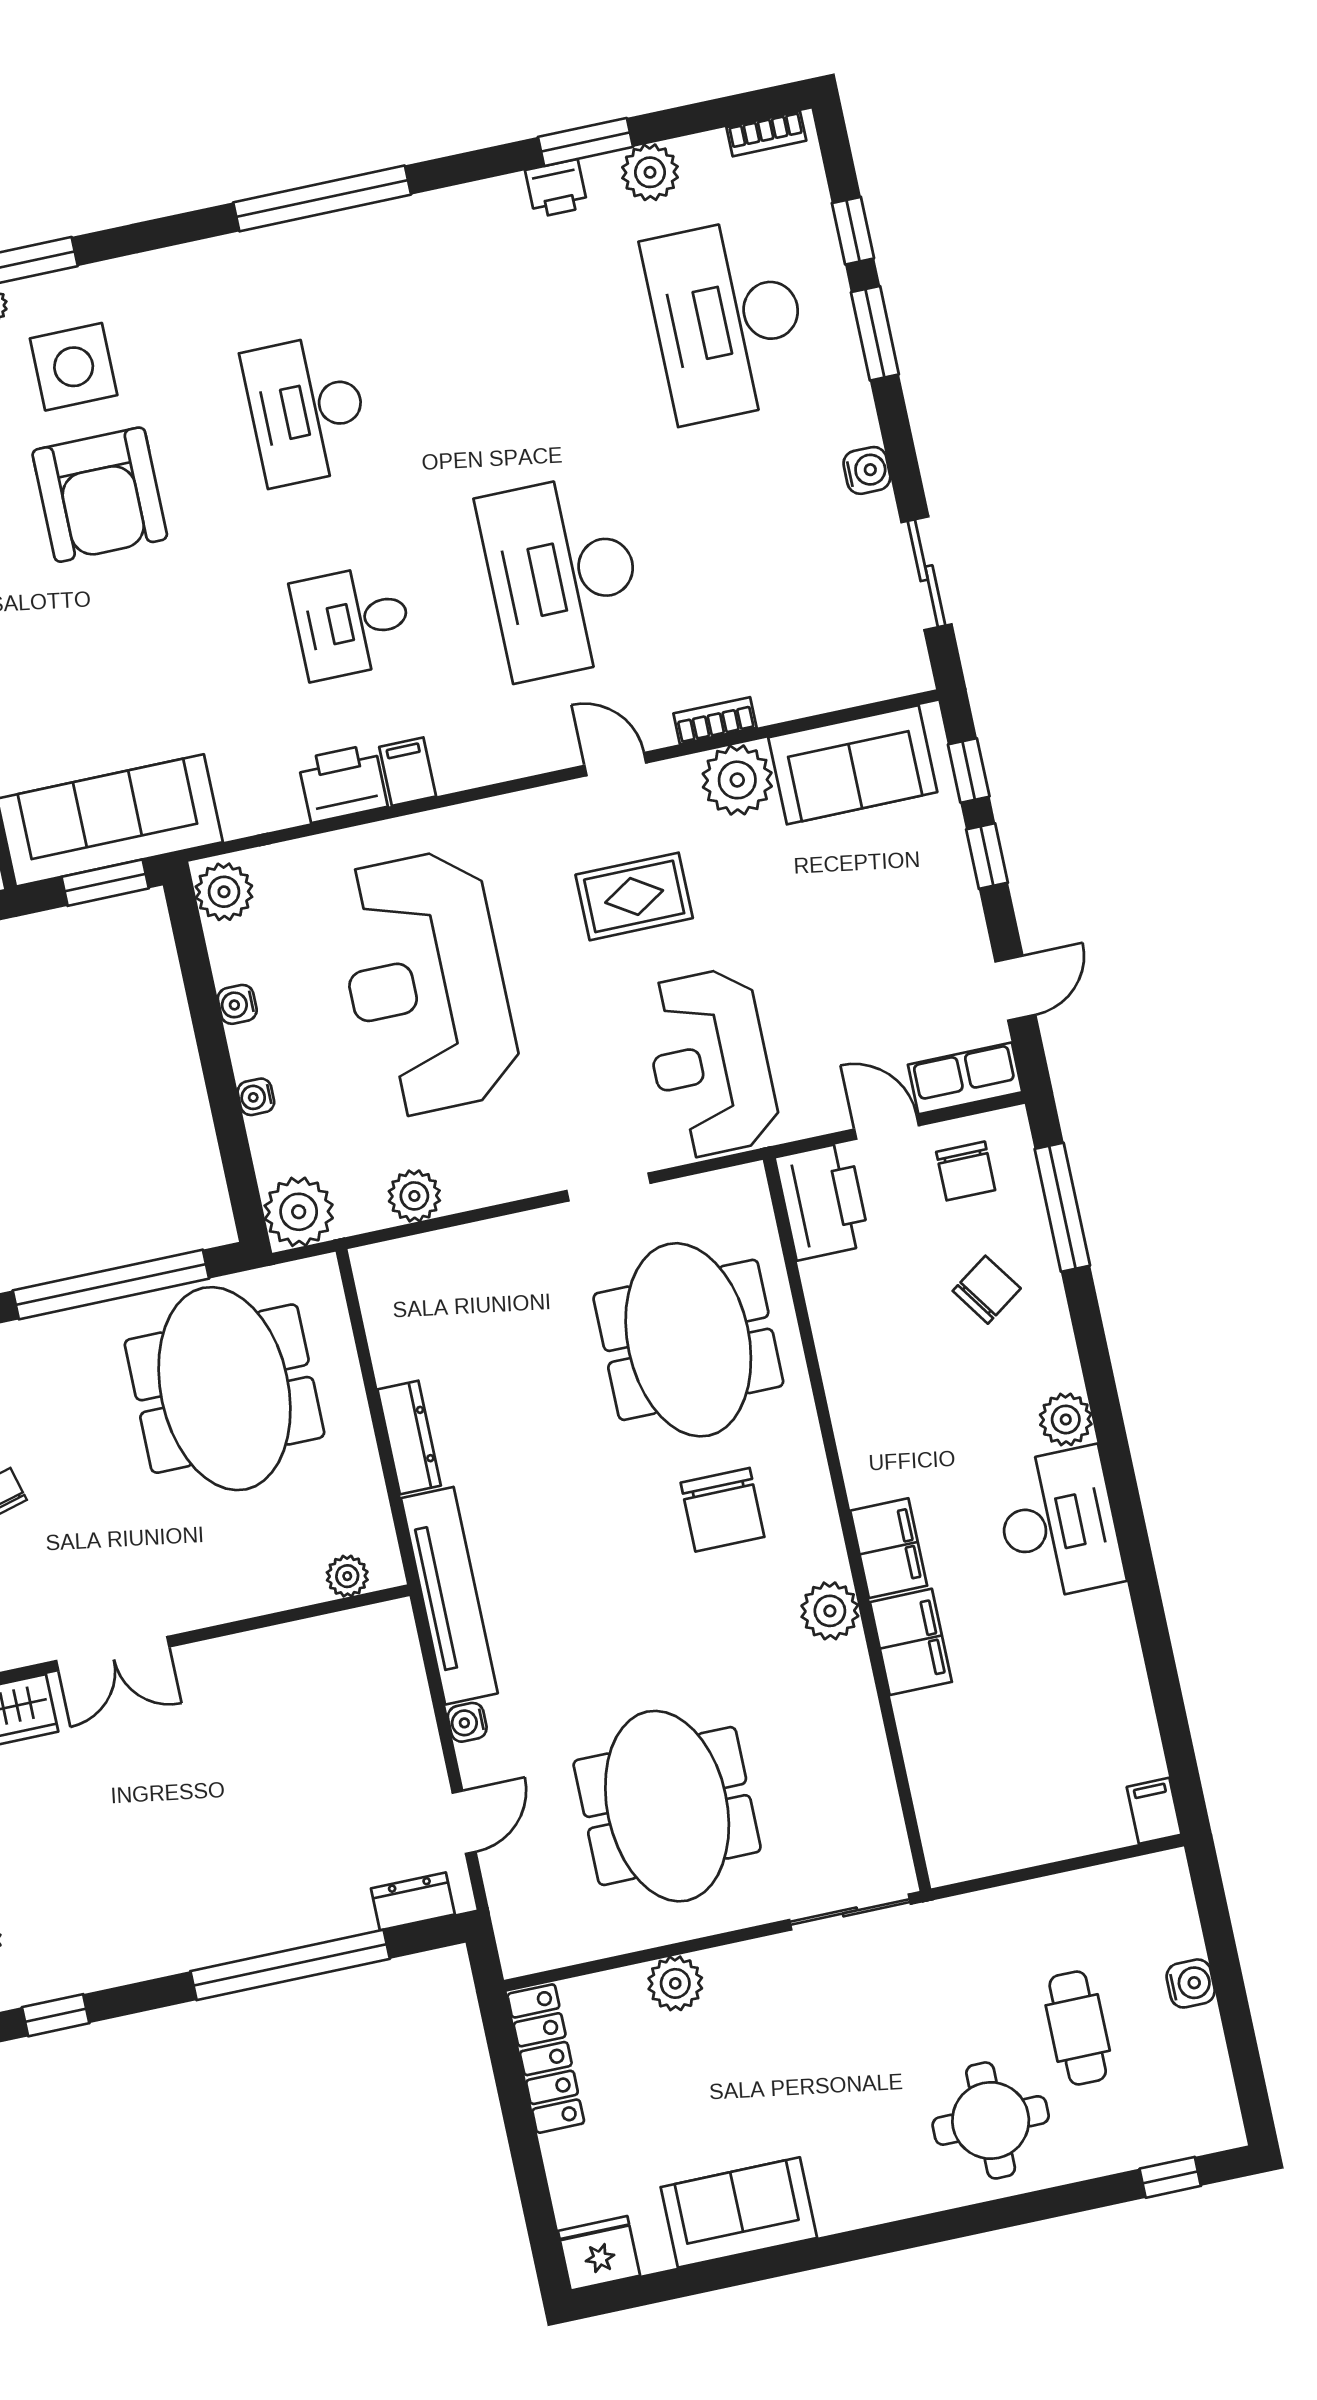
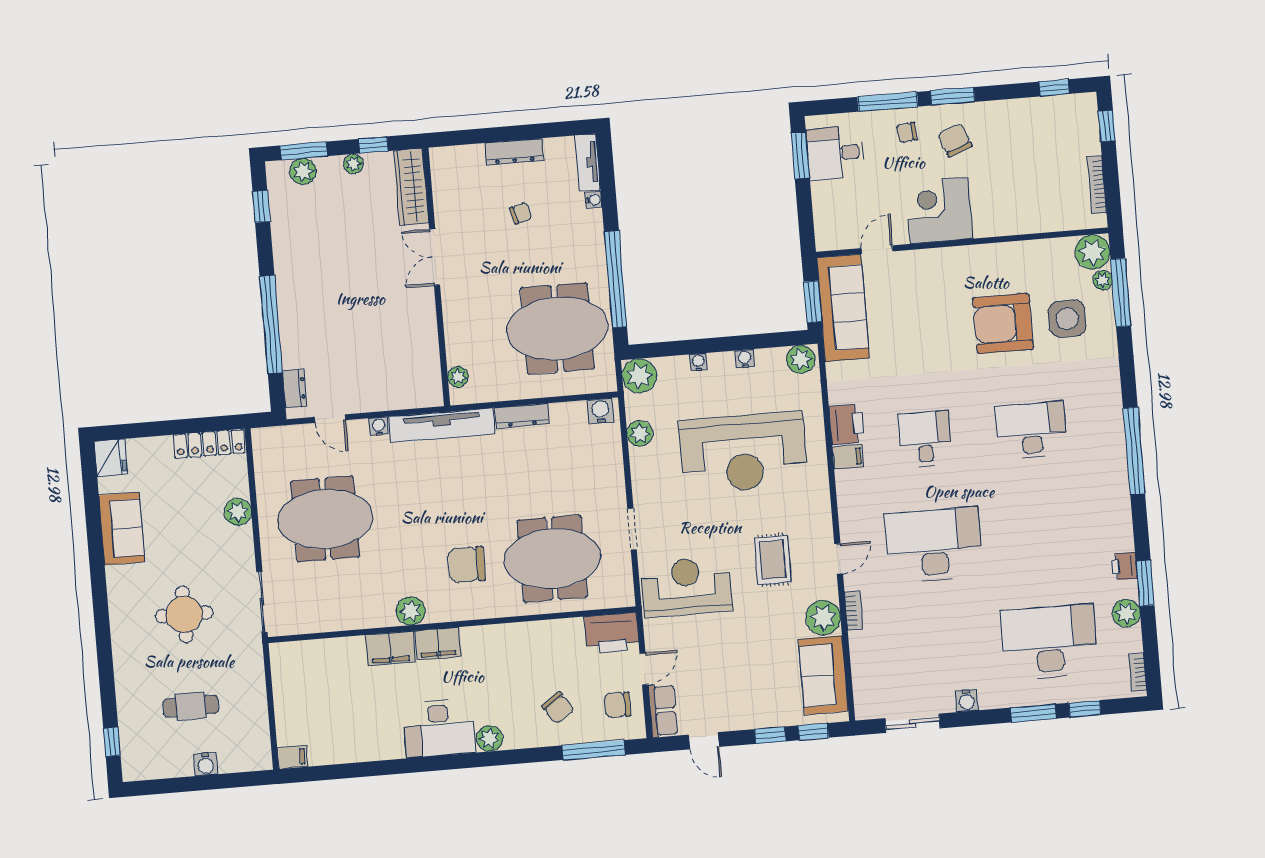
reception desk: (426, 983) -> (743, 453), turned 180
water cooler: (379, 1281) -> (601, 411), added
round table: (991, 2120) -> (184, 614), moved

